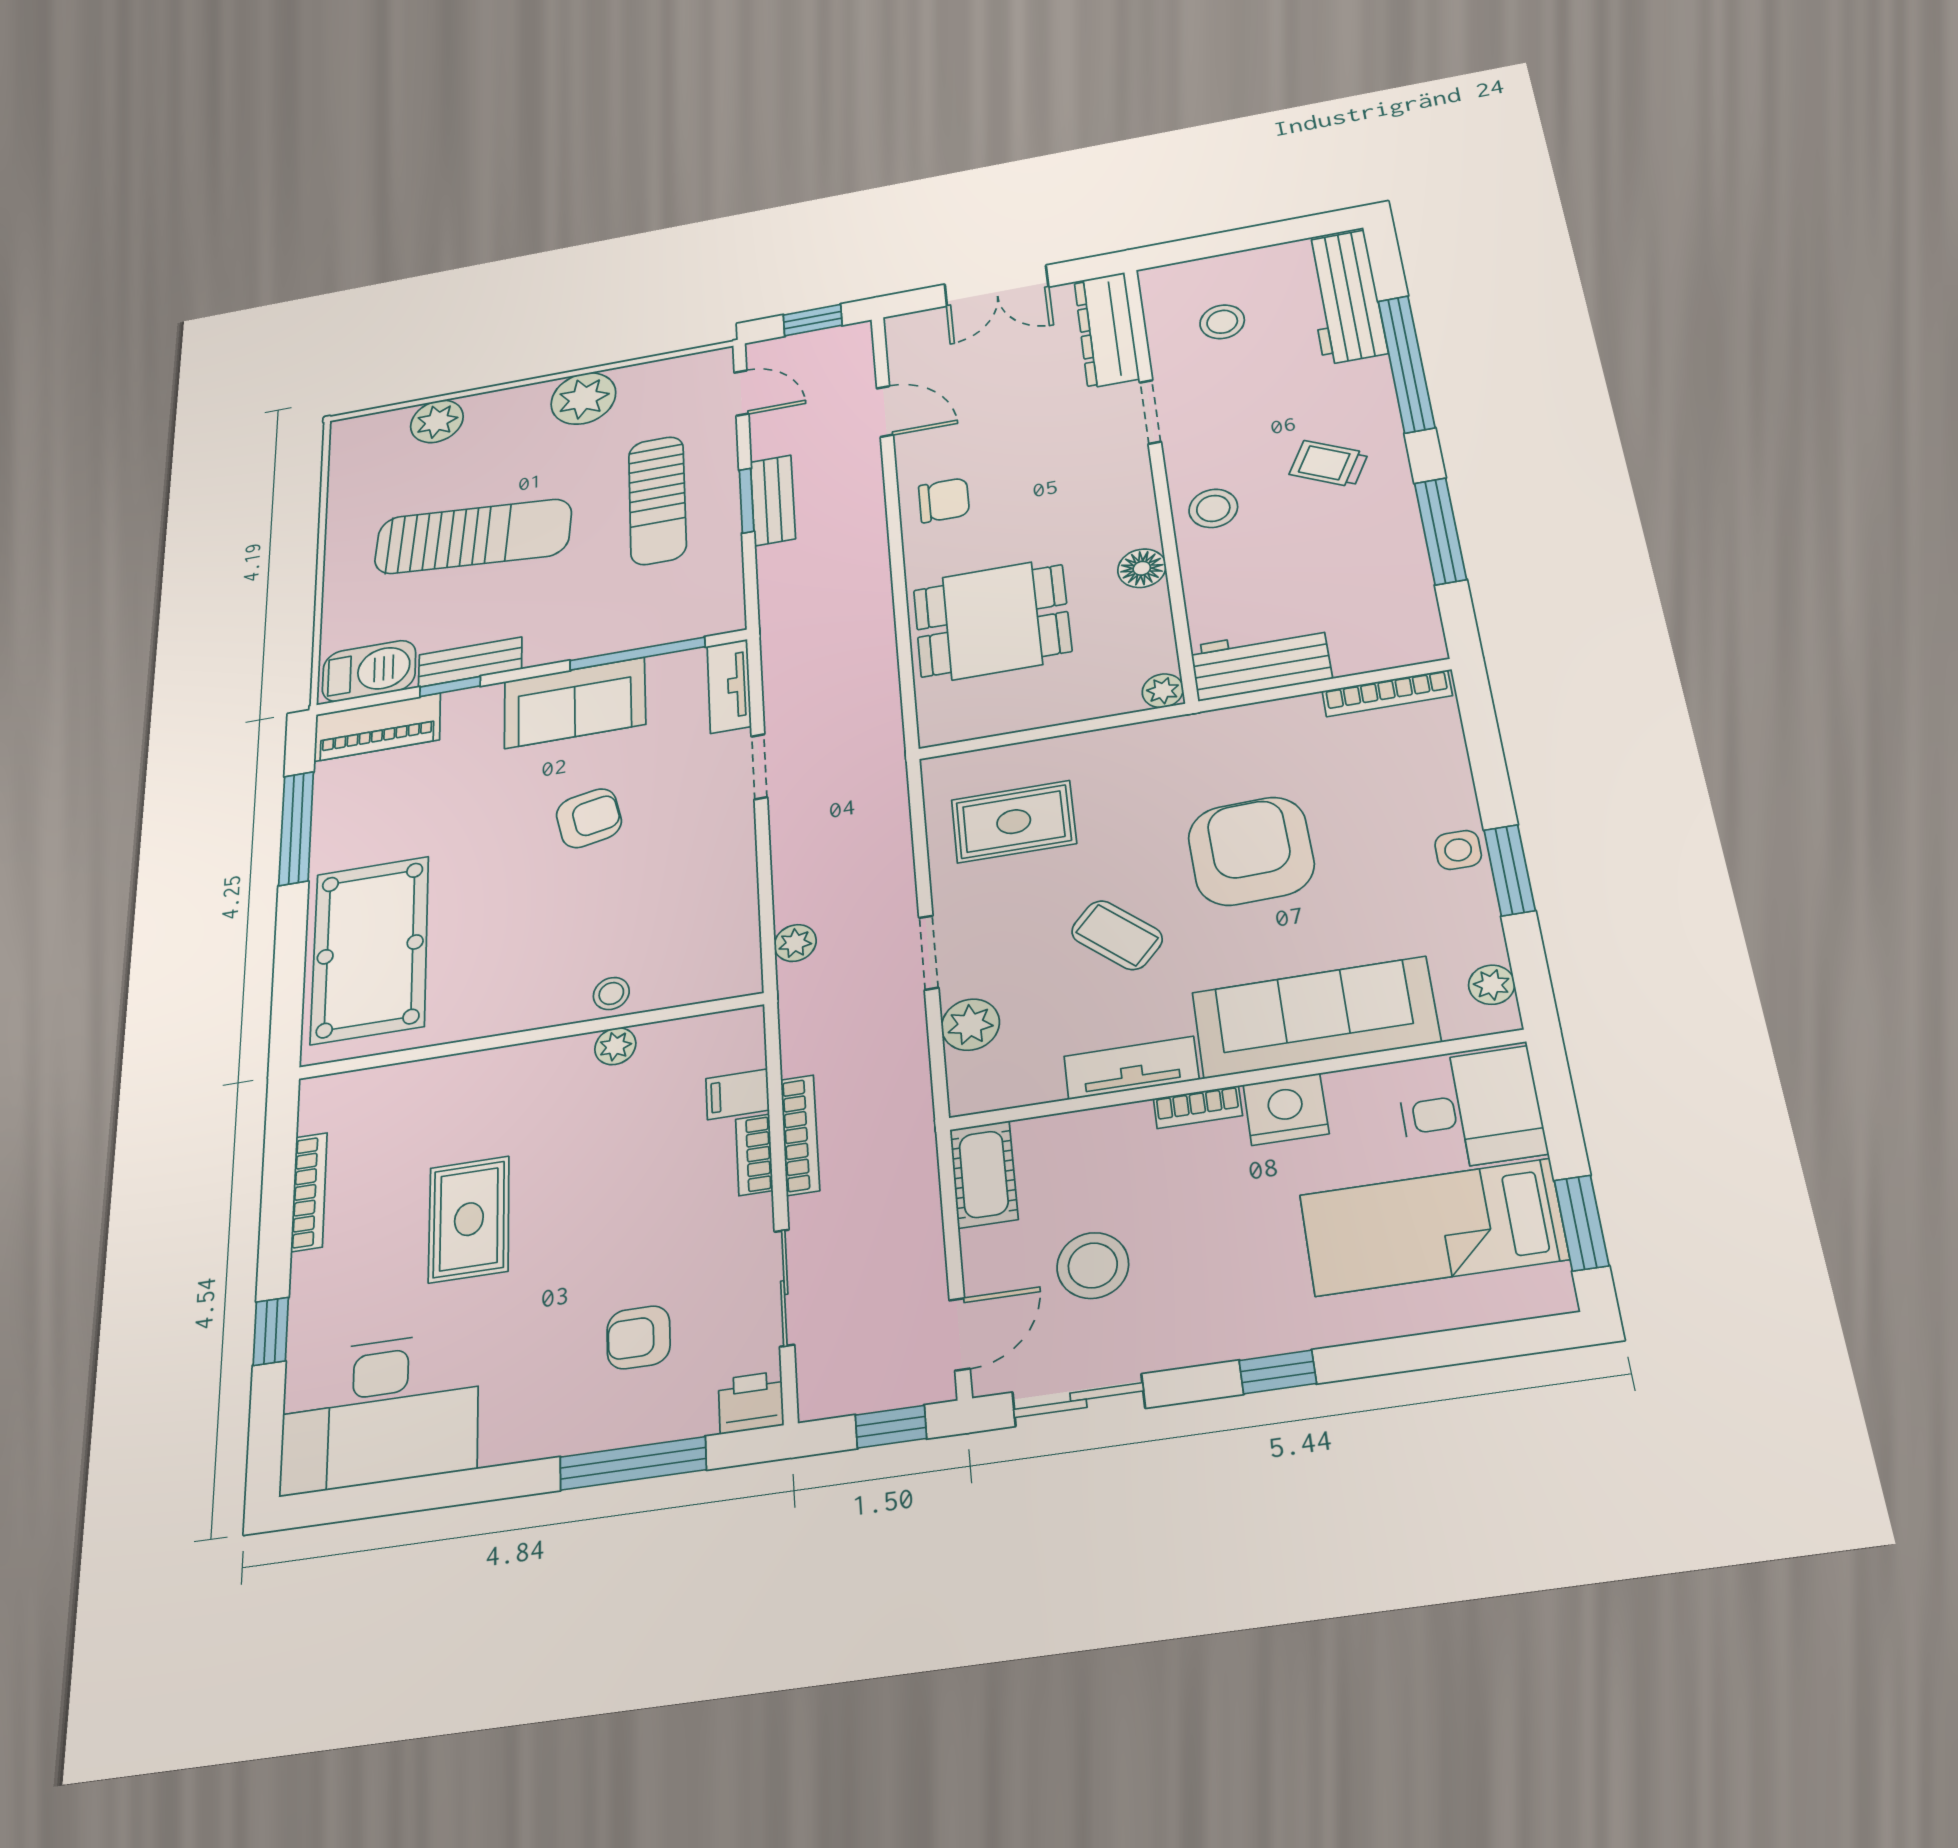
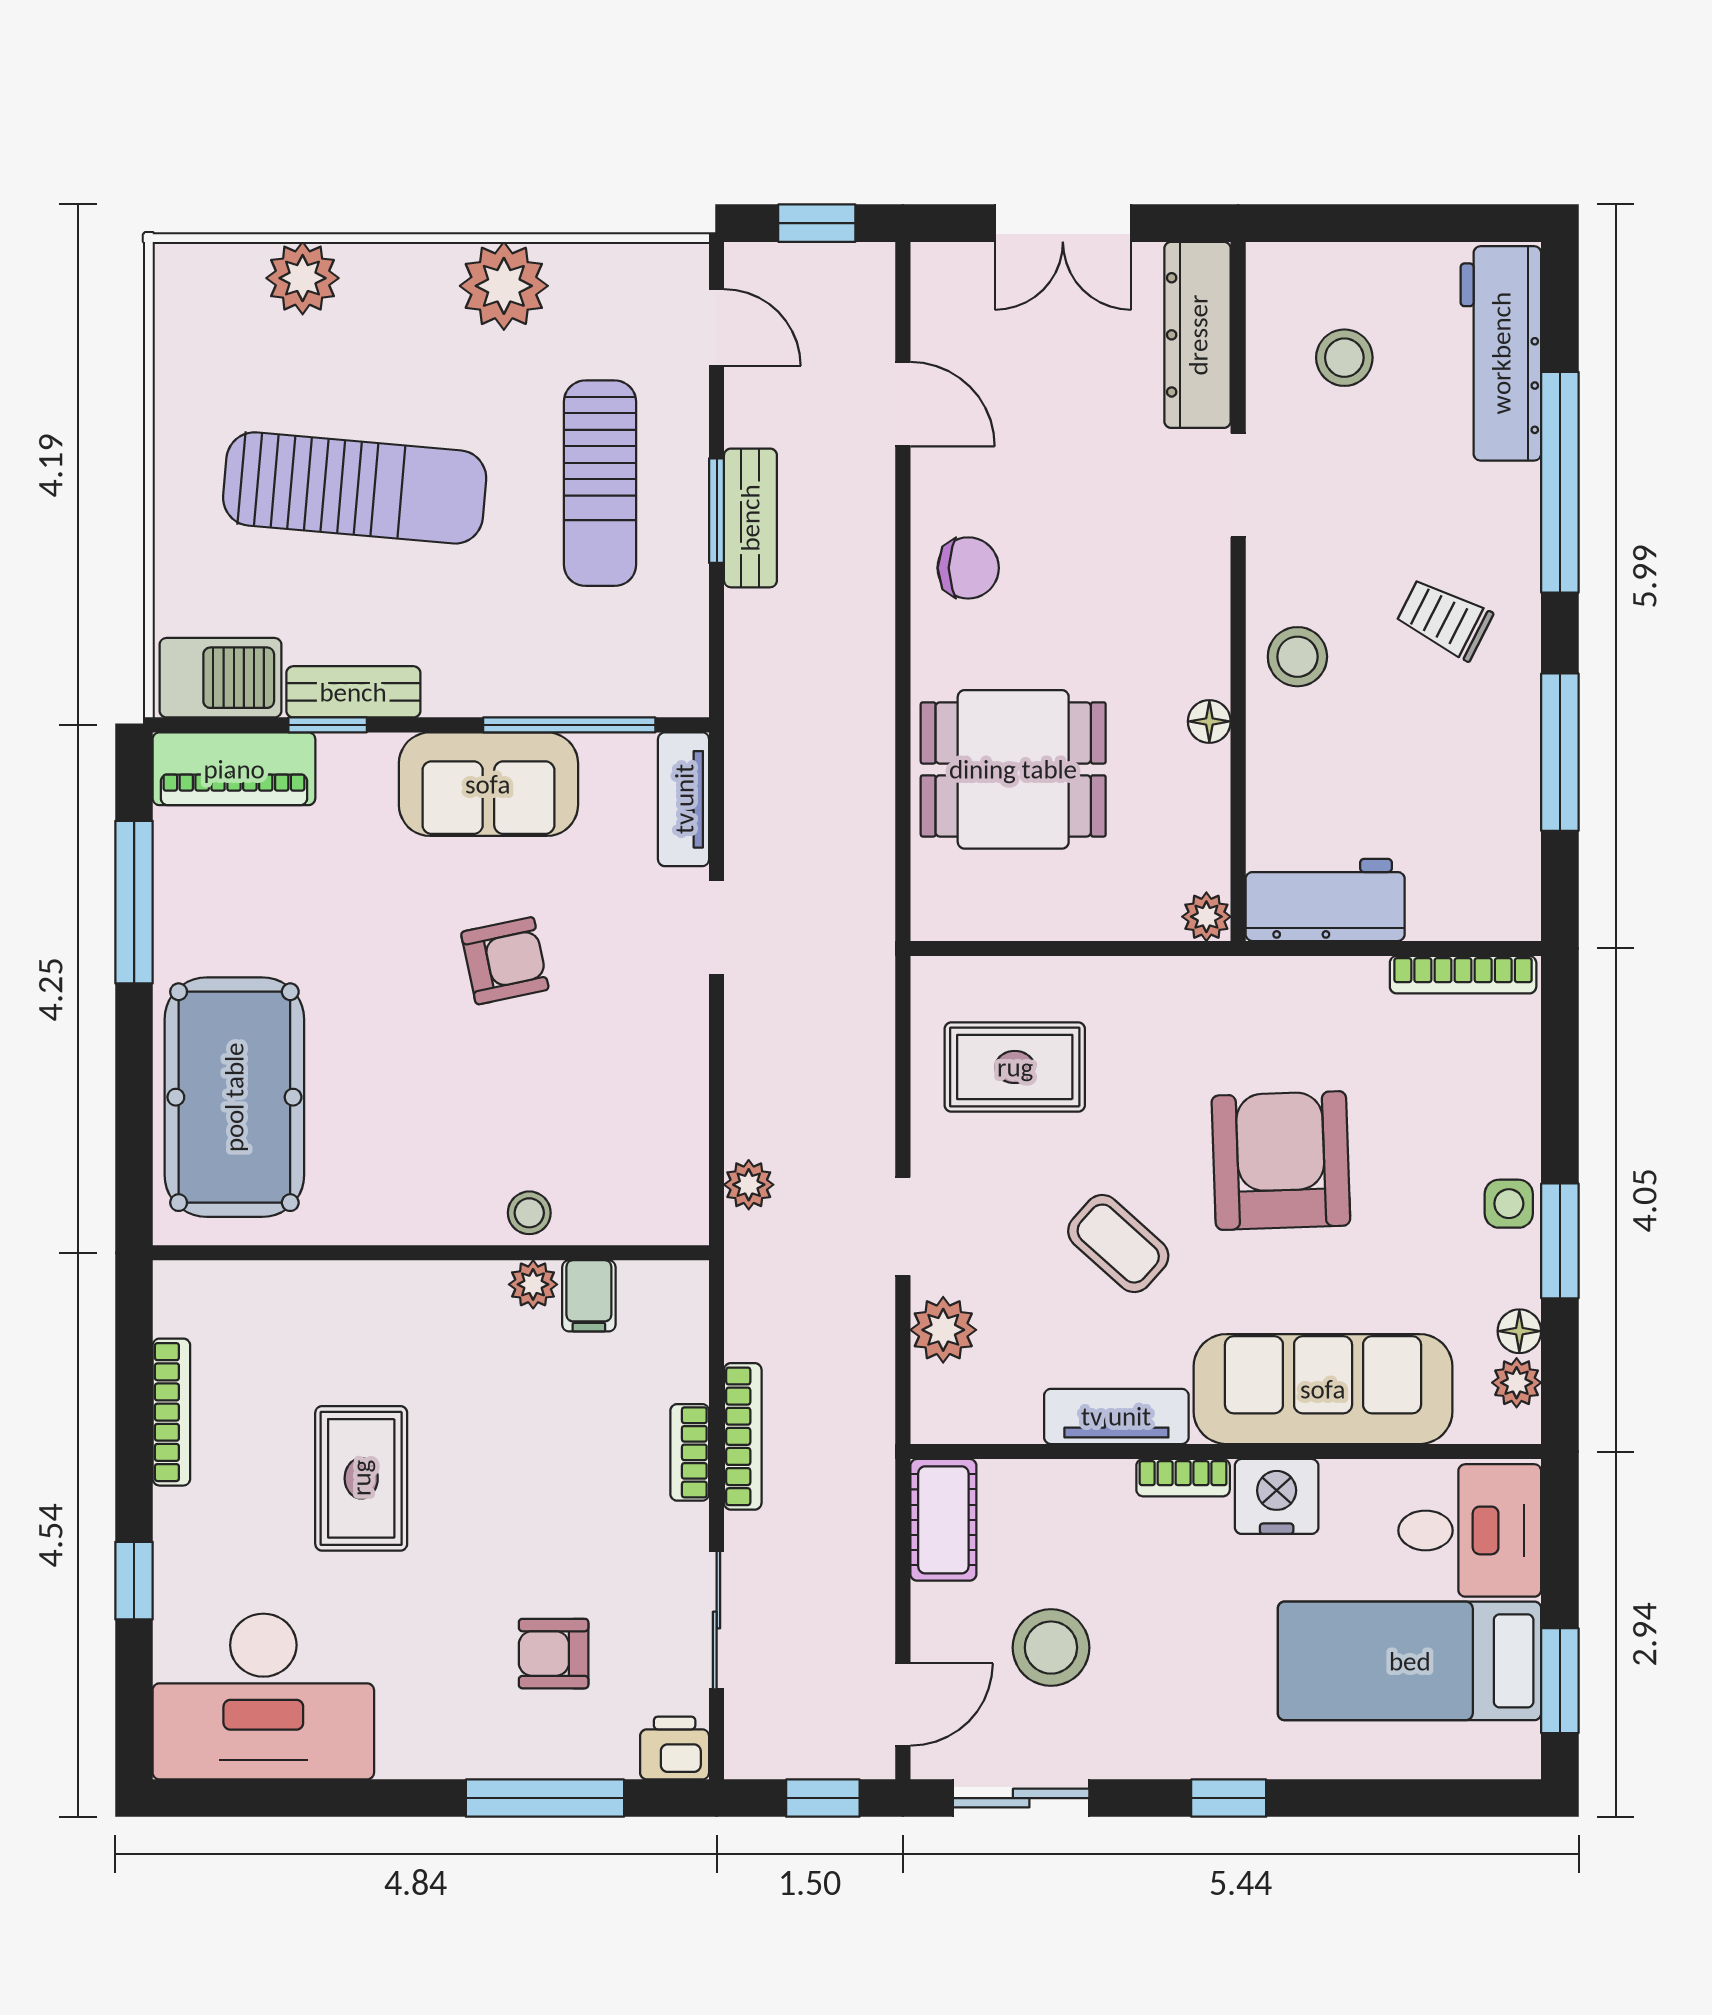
floor lamp: (1142, 568) -> (1209, 721), width x0.73, depth x0.73
floor lamp: (1486, 944) -> (1519, 1331), added
filing cabinet: (737, 1094) -> (589, 1296), moved, turned -90

